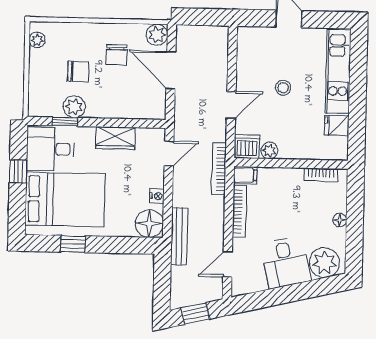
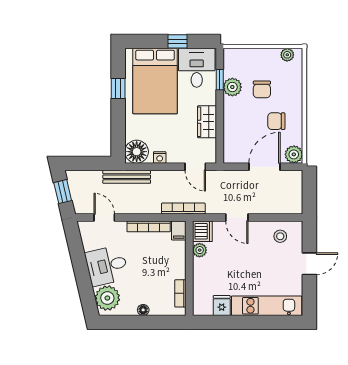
stool: (283, 88) -> (280, 236), moved

